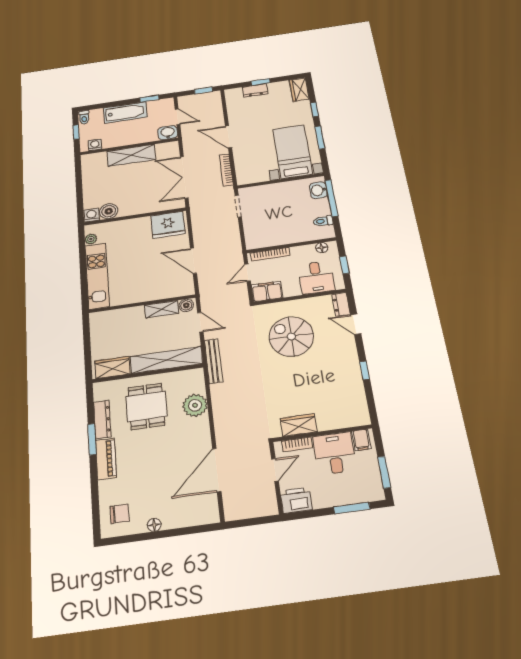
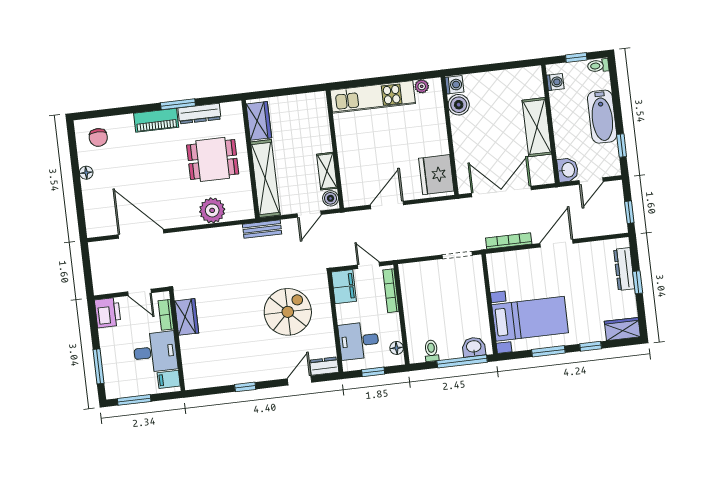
dresser: (255, 90) -> (624, 269), width x1.44
bench: (214, 361) -> (262, 229), width x0.73

